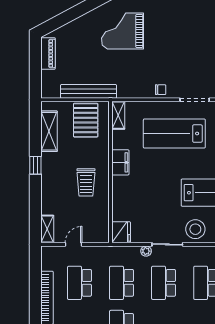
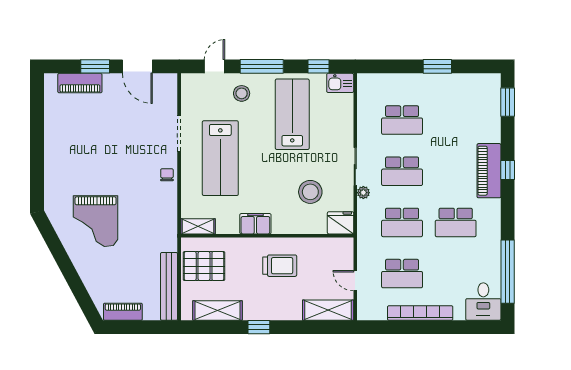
bench: (89, 91) -> (169, 286), moved
shelving: (47, 229) -> (328, 310), width x1.50, depth x1.33
stool: (195, 229) -> (310, 192), moved

